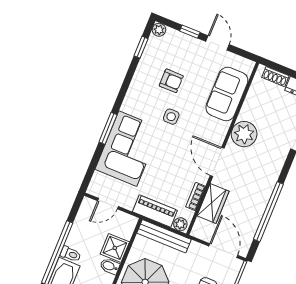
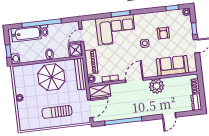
wardrobe: (213, 203) -> (100, 91), moved
door: (108, 204) -> (81, 35), hinge flipped
shower: (115, 248) -> (75, 50), moved

